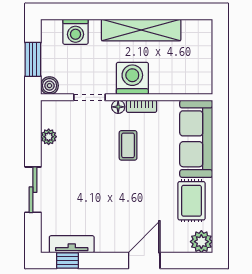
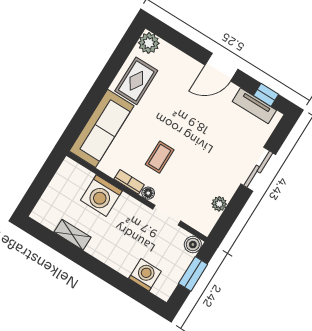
shelving: (141, 30) -> (73, 235), width x0.45, depth x0.75
washing machine: (132, 78) -> (101, 196), moved
door: (144, 261) -> (221, 67), moved

